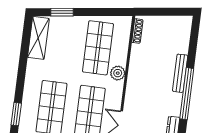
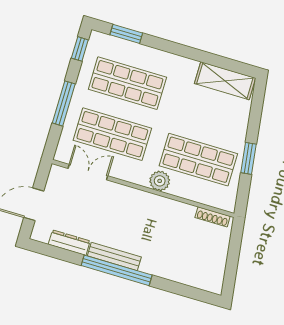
window: (62, 12) -> (249, 158), moved
bench: (180, 73) -> (114, 256), moved

